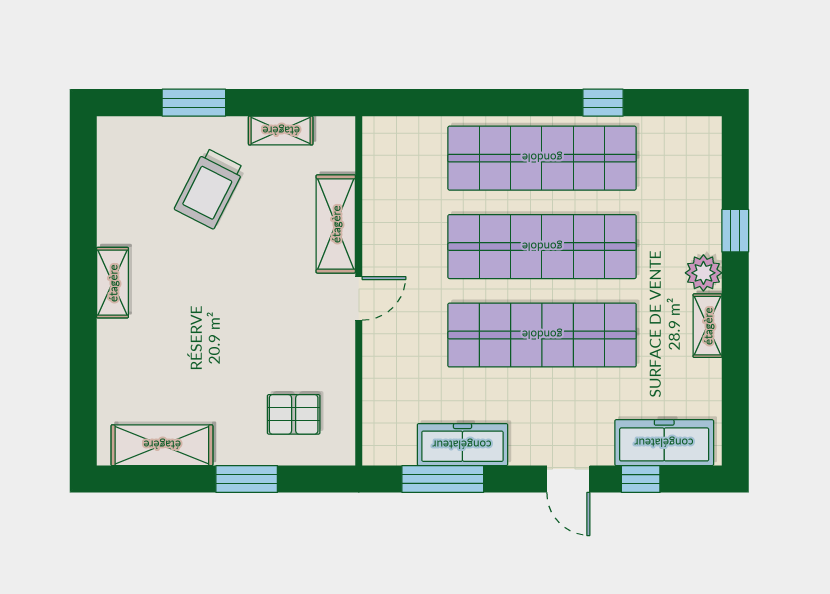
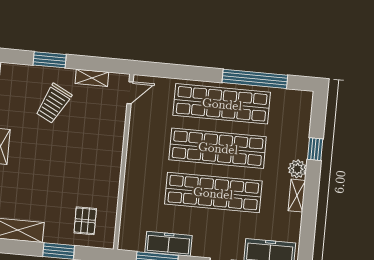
window: (603, 103) -> (255, 79), width x3.17
shelving: (336, 224) -> (115, 127), removed
door: (359, 298) -> (130, 93), moved
pallet: (294, 414) -> (85, 221), turned 90

